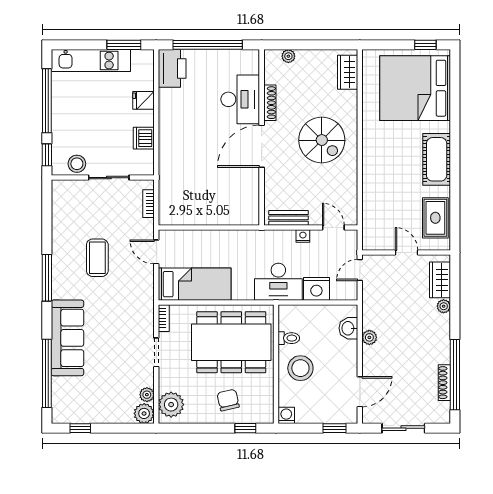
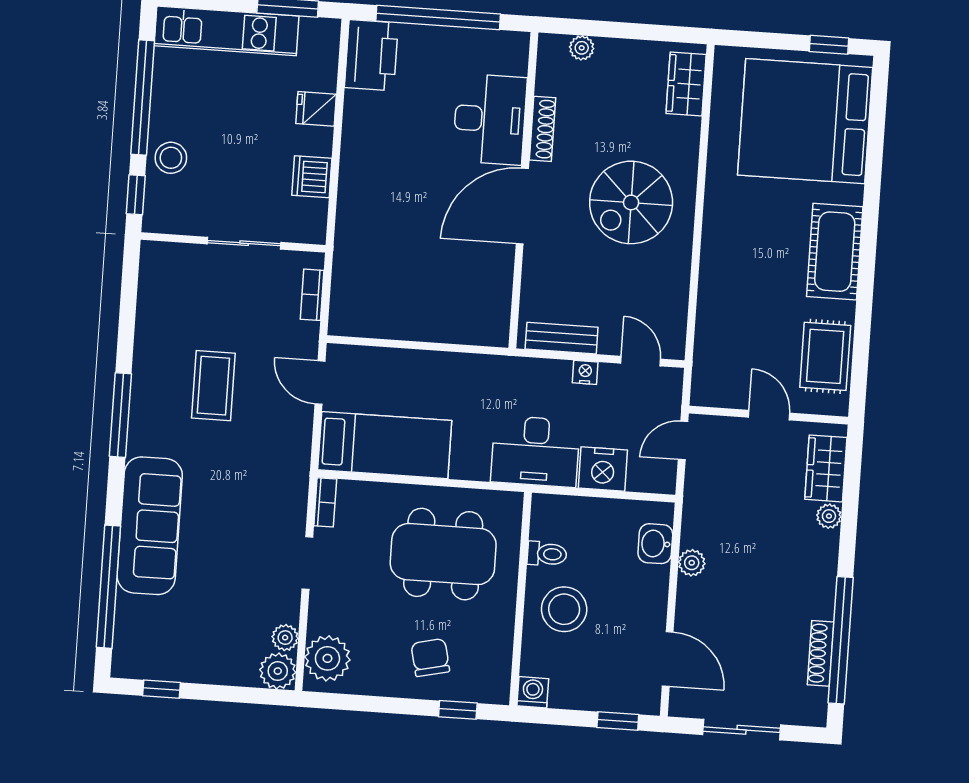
spiral stairs: (322, 140) -> (631, 202), turned 90
stool: (77, 164) -> (171, 158), moved
dining table: (231, 342) -> (443, 554), width x0.73, depth x0.80
door: (360, 392) -> (668, 659), hinge flipped

